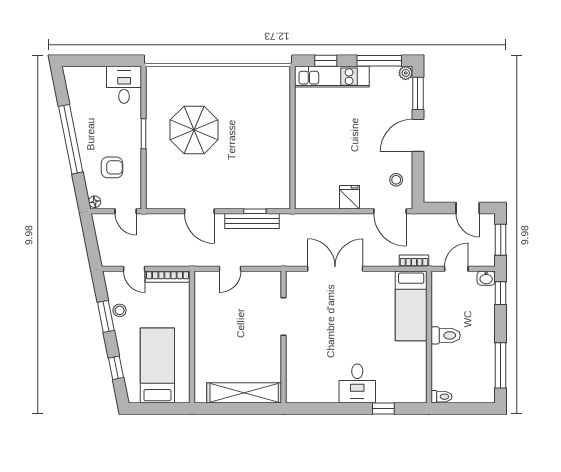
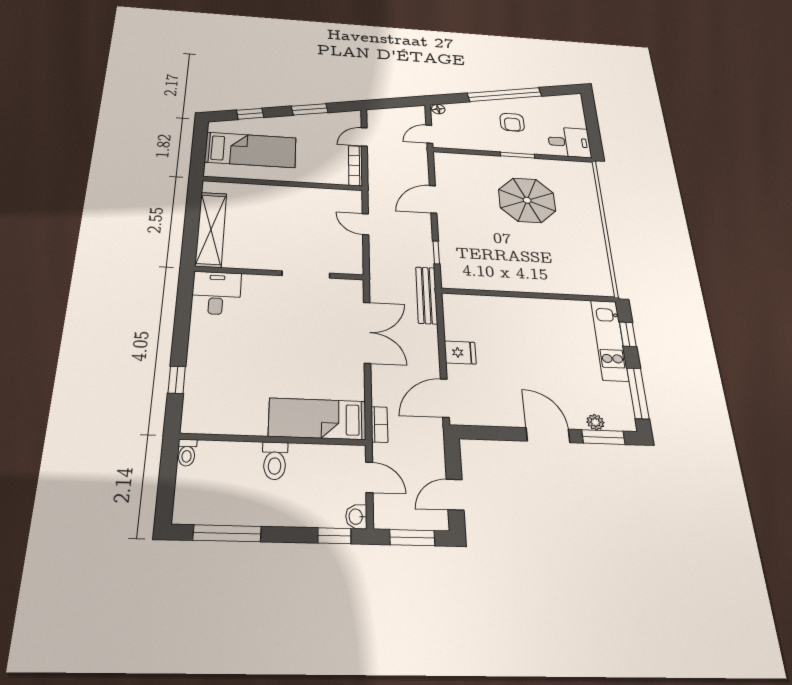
plant: (406, 73) -> (595, 422), moved
armchair: (112, 167) -> (512, 122), moved
stool: (396, 180) -> (487, 407), removed
bench: (252, 221) -> (427, 295), moved
stool: (120, 310) -> (316, 121), removed
desk: (357, 383) -> (216, 293), moved, turned 90

